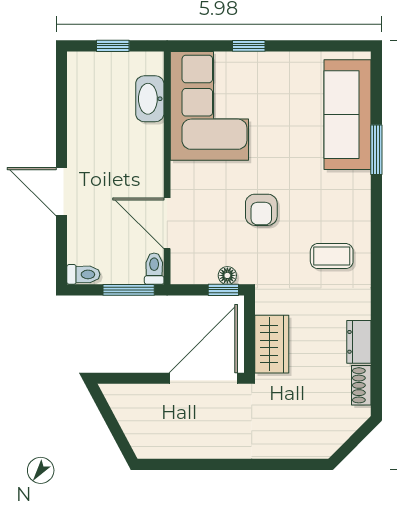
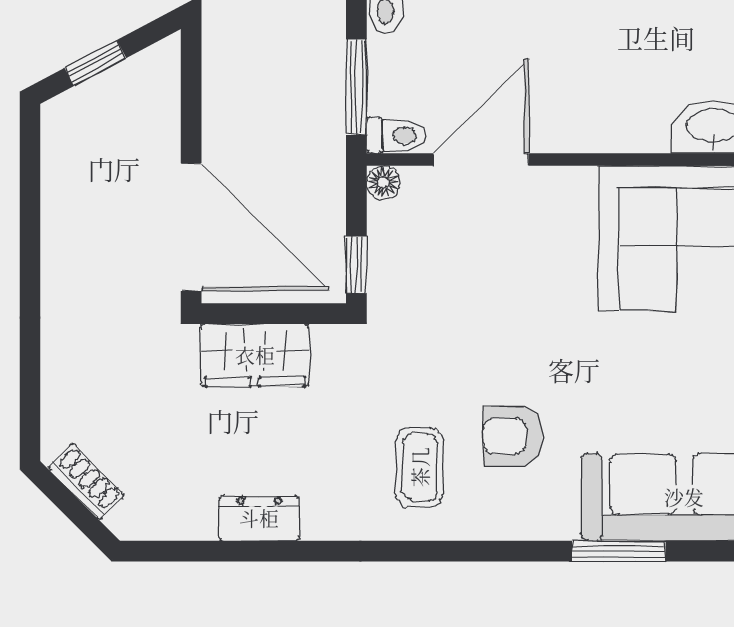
armchair: (261, 210) -> (513, 436), moved
floor lamp: (227, 275) -> (383, 183), moved
shoe rack: (361, 385) -> (86, 482), moved, turned 45
window: (116, 429) -> (95, 63), added

